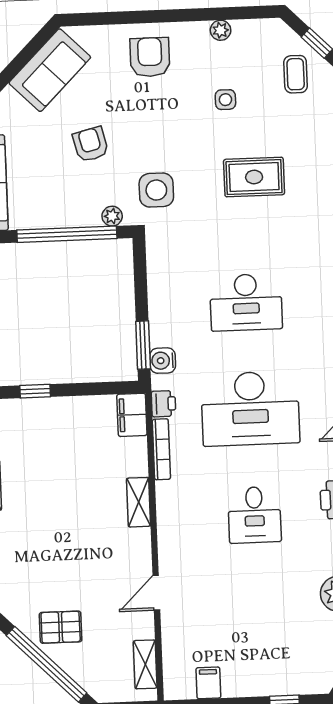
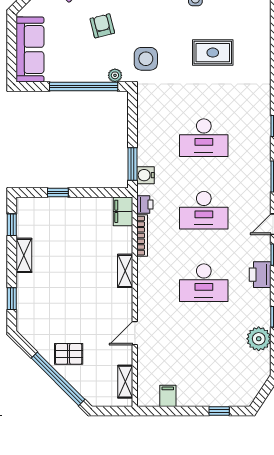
desk: (250, 409) -> (204, 210), width x0.73, depth x0.77
desk: (255, 515) -> (204, 283), width x1.37

